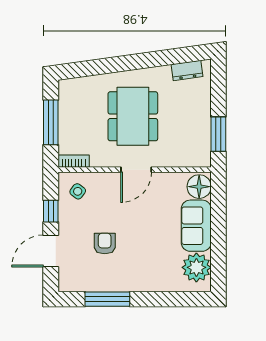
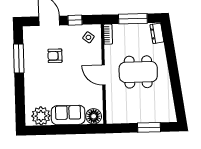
dresser: (187, 70) -> (157, 33), moved
window: (218, 134) -> (149, 127), moved
armchair: (105, 244) -> (55, 56), turned 180

